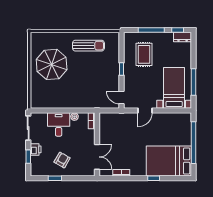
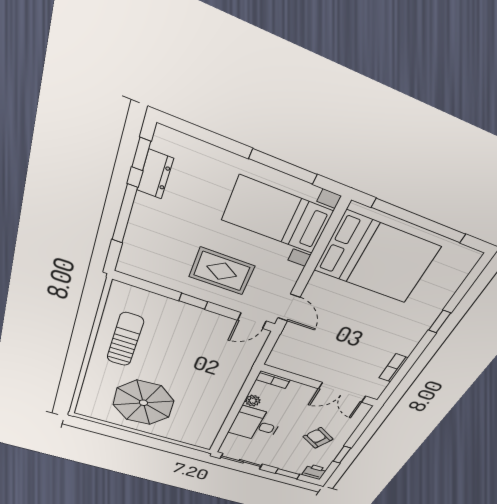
dresser: (183, 37) -> (155, 174), moved
rug: (144, 54) -> (222, 271), moved
door: (145, 110) -> (289, 308), moved
printer: (36, 149) -> (314, 472), moved
double door: (97, 157) -> (342, 392), swing flipped
bed: (169, 161) -> (377, 258), moved, turned -90

